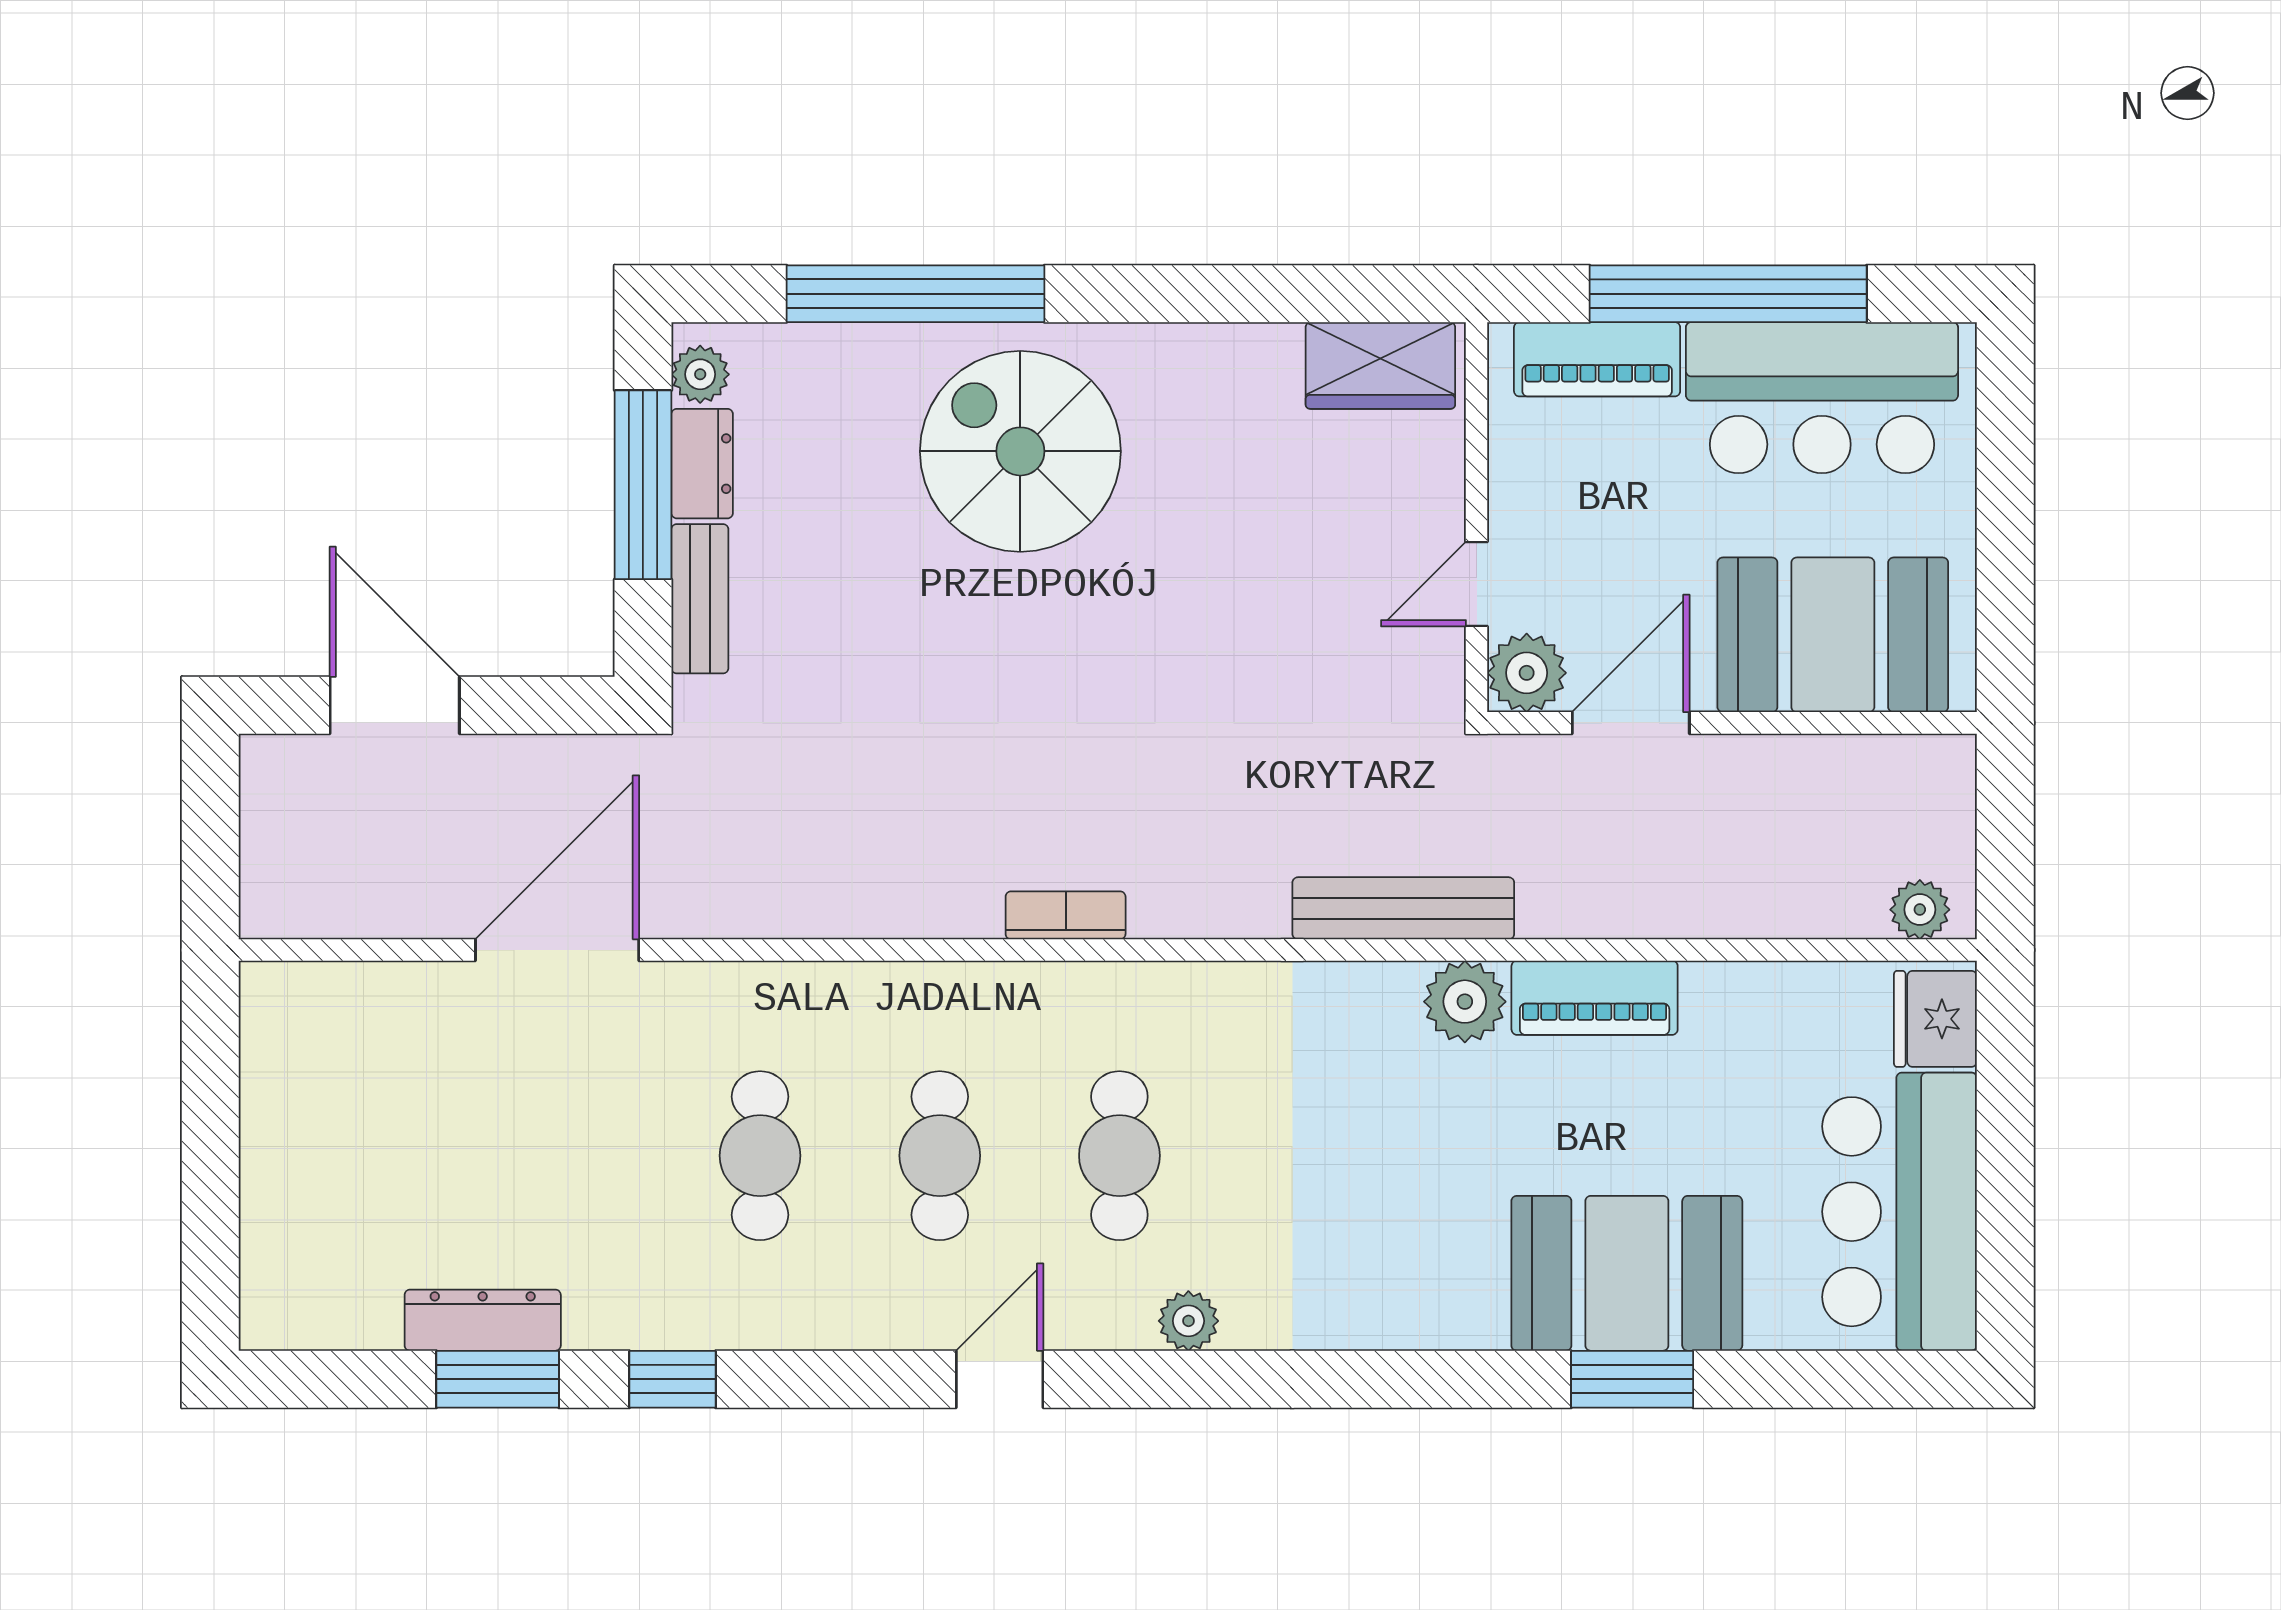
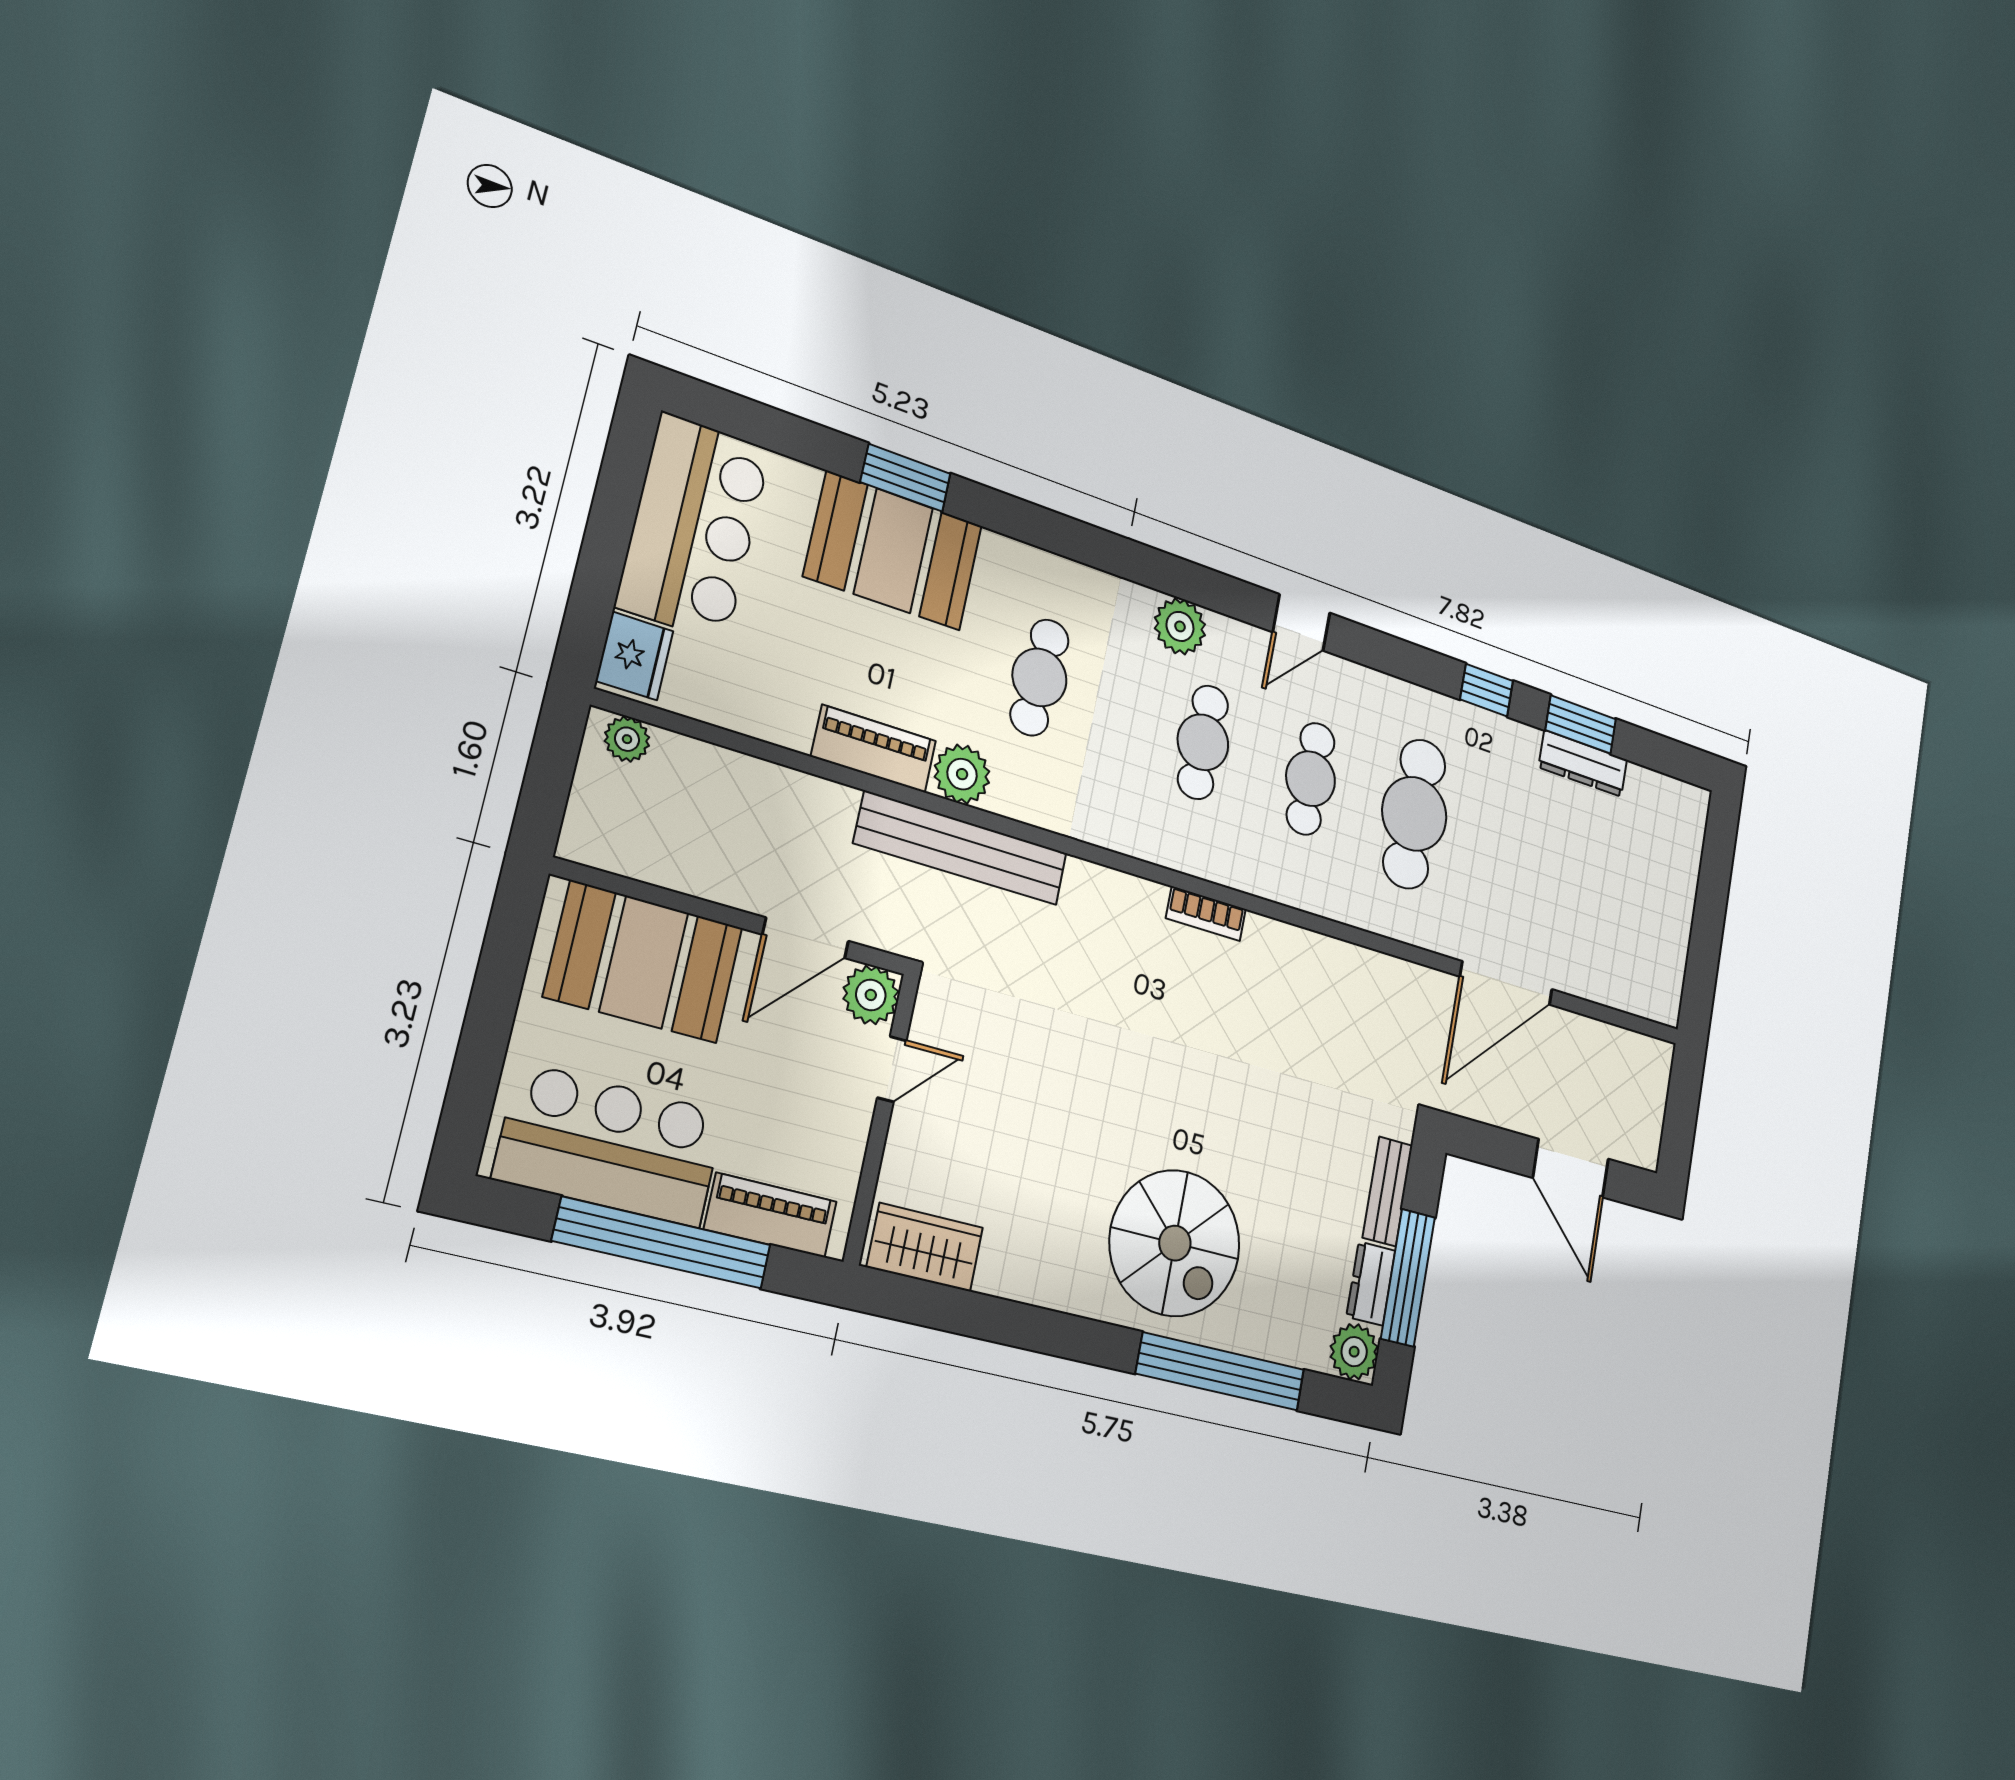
plant: (700, 374) -> (1354, 1352), width x1.38, depth x1.38
bench: (1403, 908) -> (961, 848), width x1.37, depth x1.21
cafe table: (760, 1156) -> (1414, 814), width x1.37, depth x1.35
cafe table: (1383, 1169) -> (1039, 677), added
plant: (1188, 1321) -> (1180, 626), width x1.38, depth x1.38

